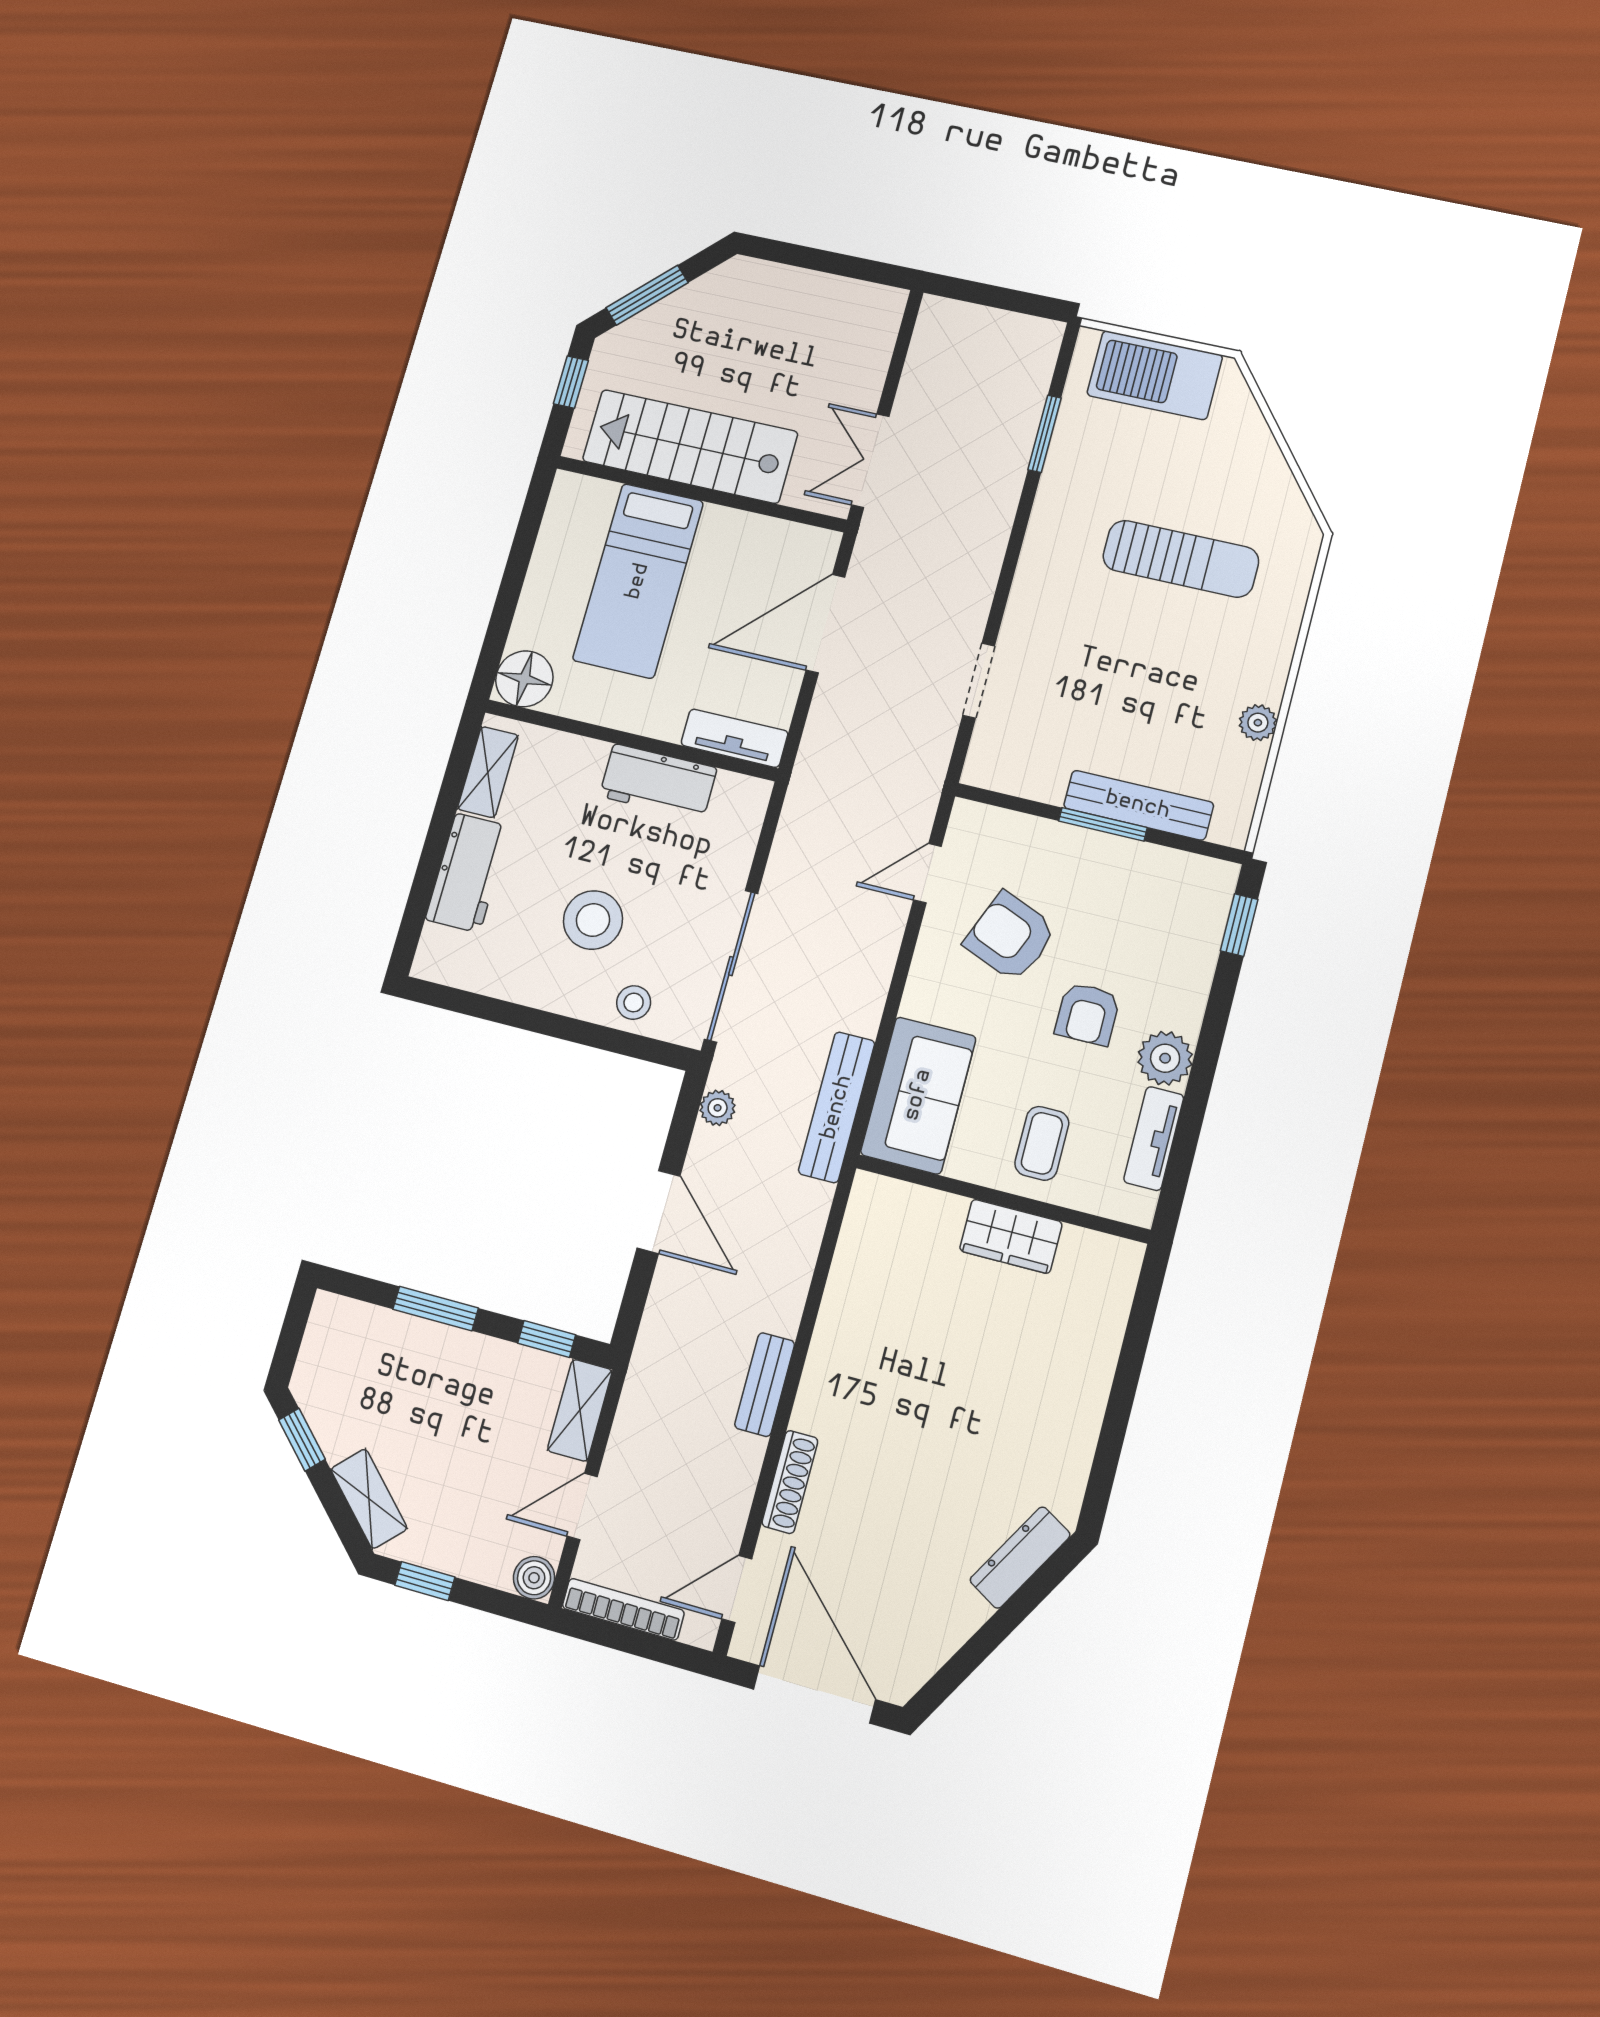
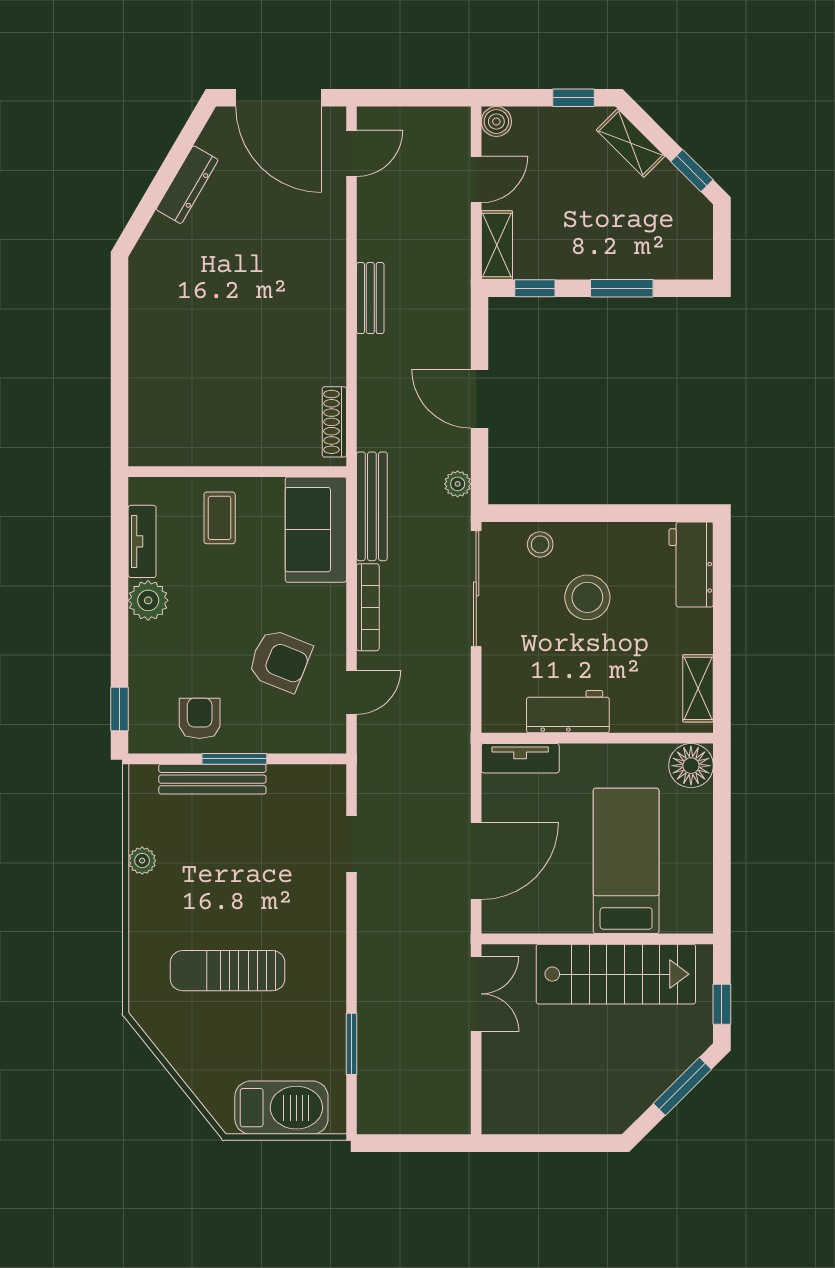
workbench: (468, 873) -> (691, 565), moved
armchair: (1087, 1014) -> (200, 718), moved
wardrobe: (1011, 1236) -> (224, 447), removed
shoe rack: (790, 1482) -> (334, 422), moved
dresser: (1020, 1557) -> (187, 185), moved
bookcase: (623, 1609) -> (368, 607), moved, turned -90

